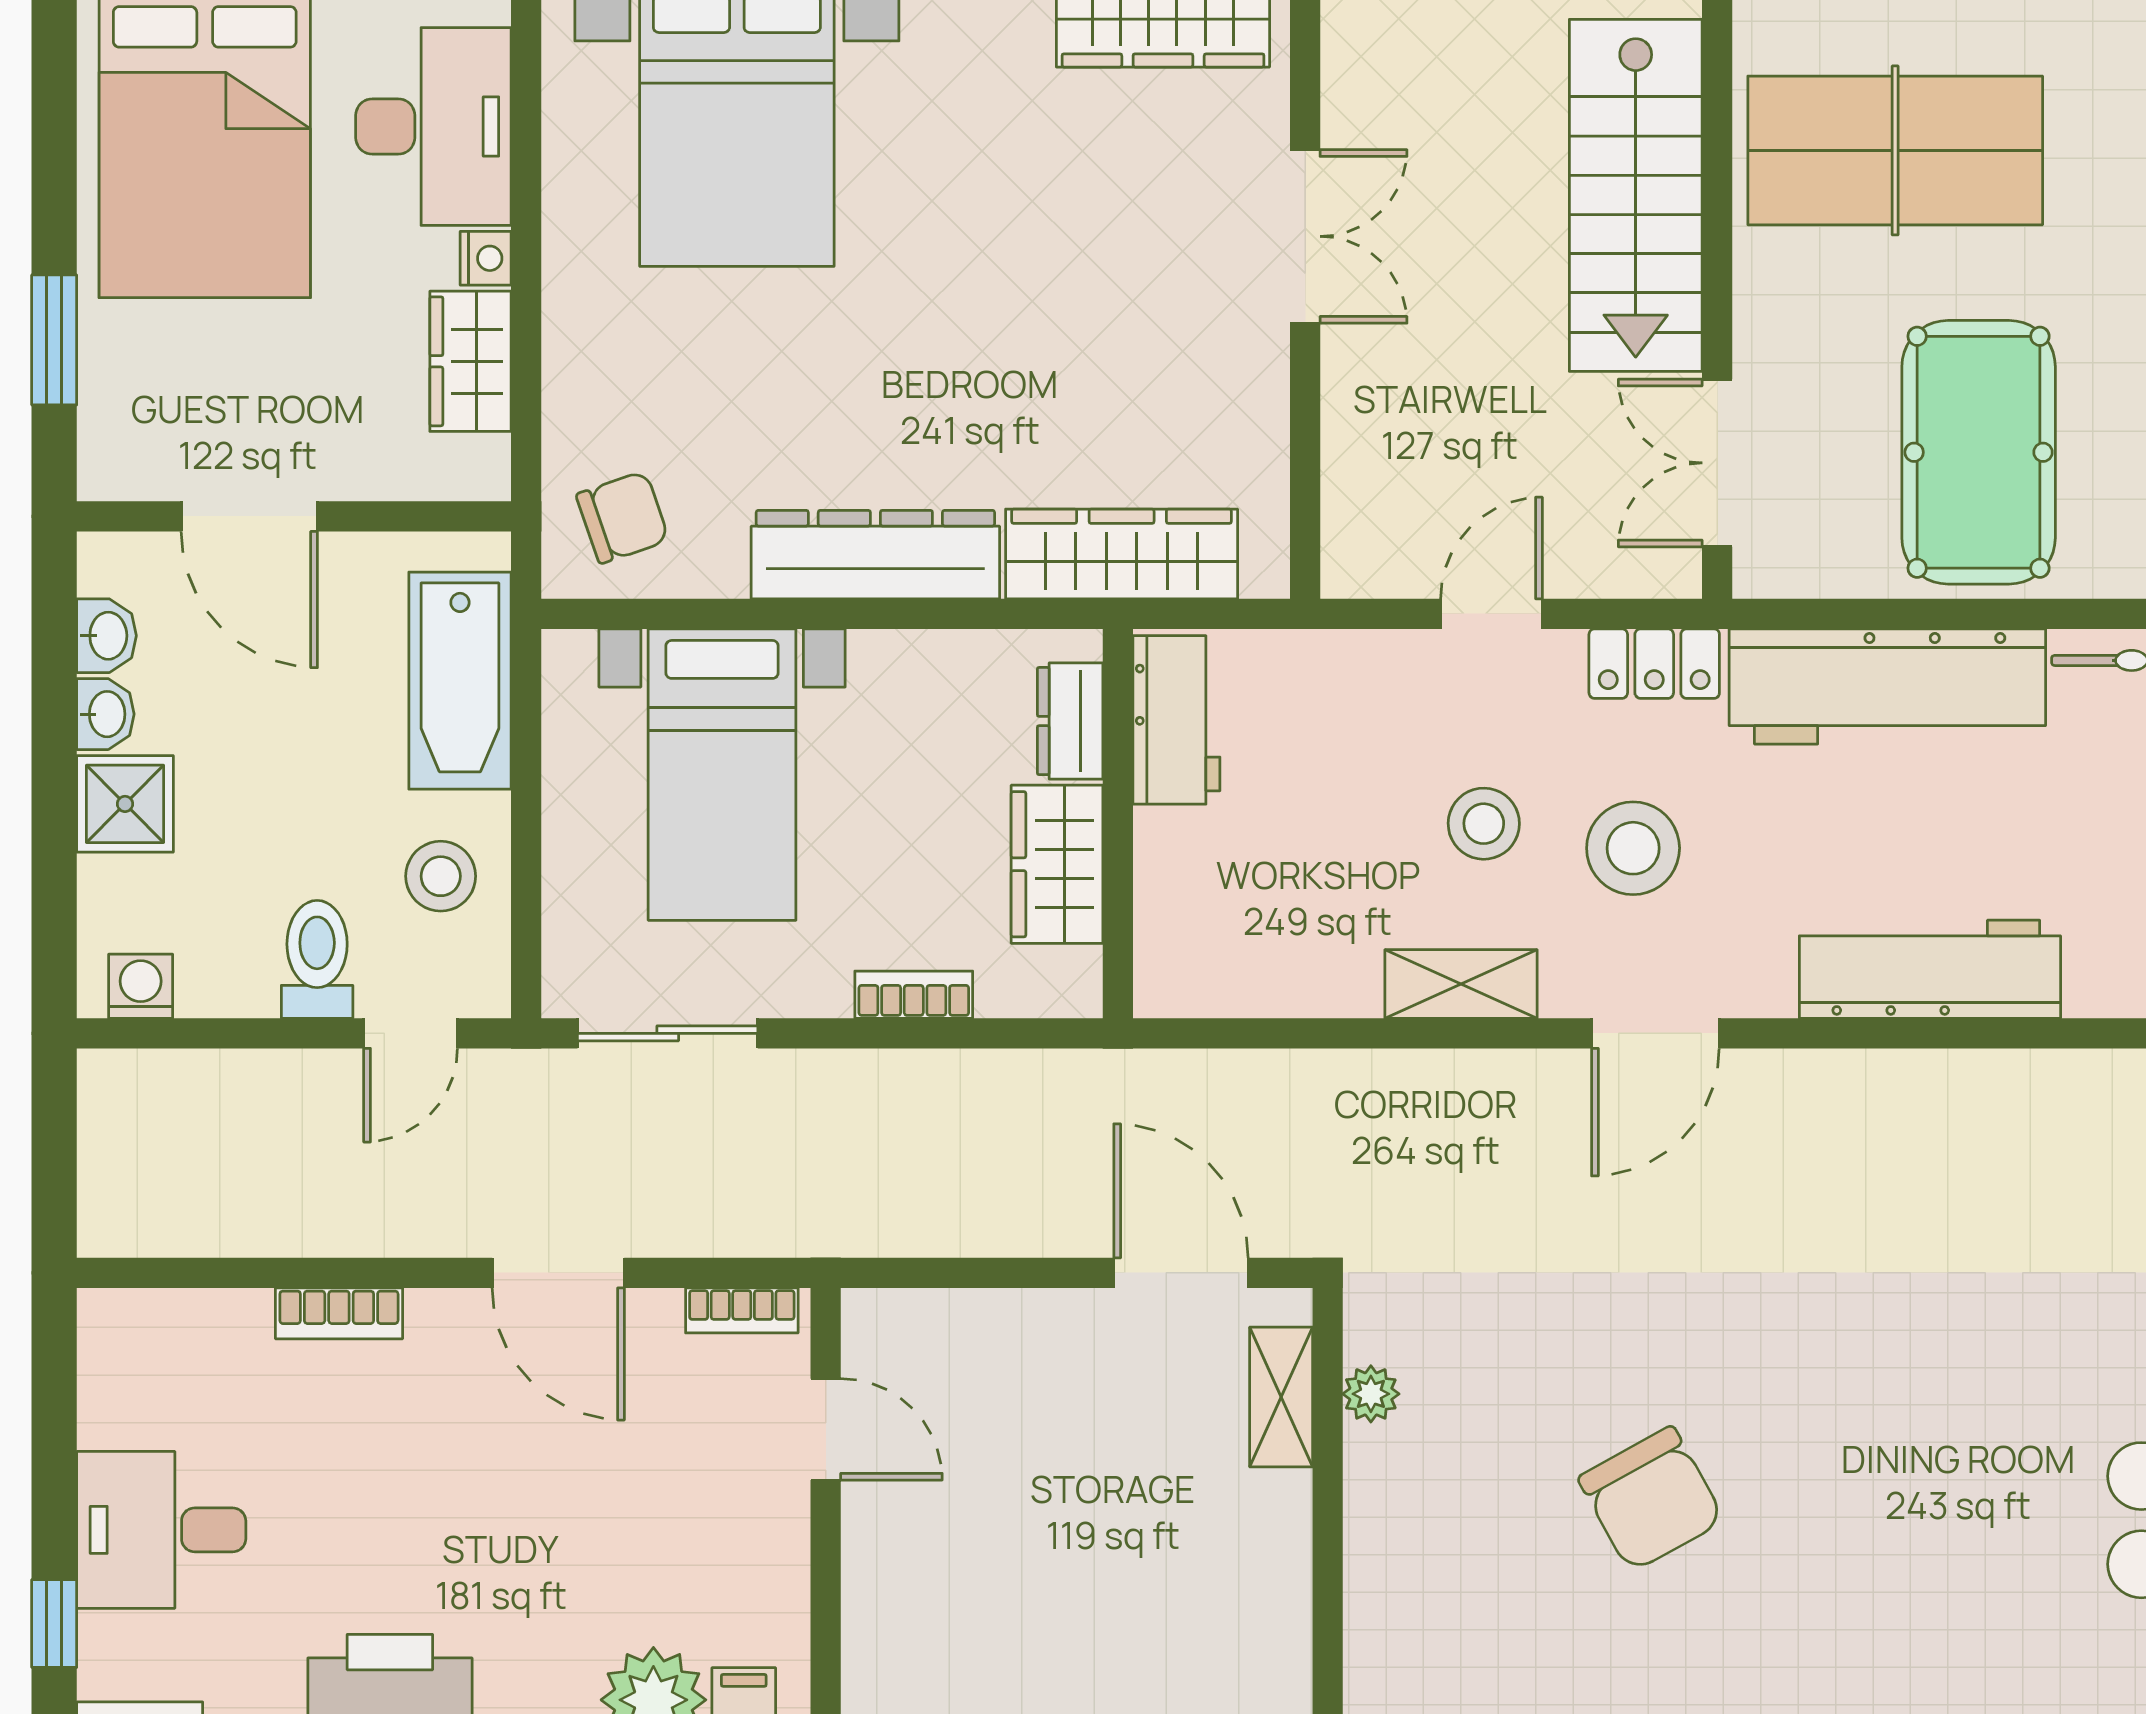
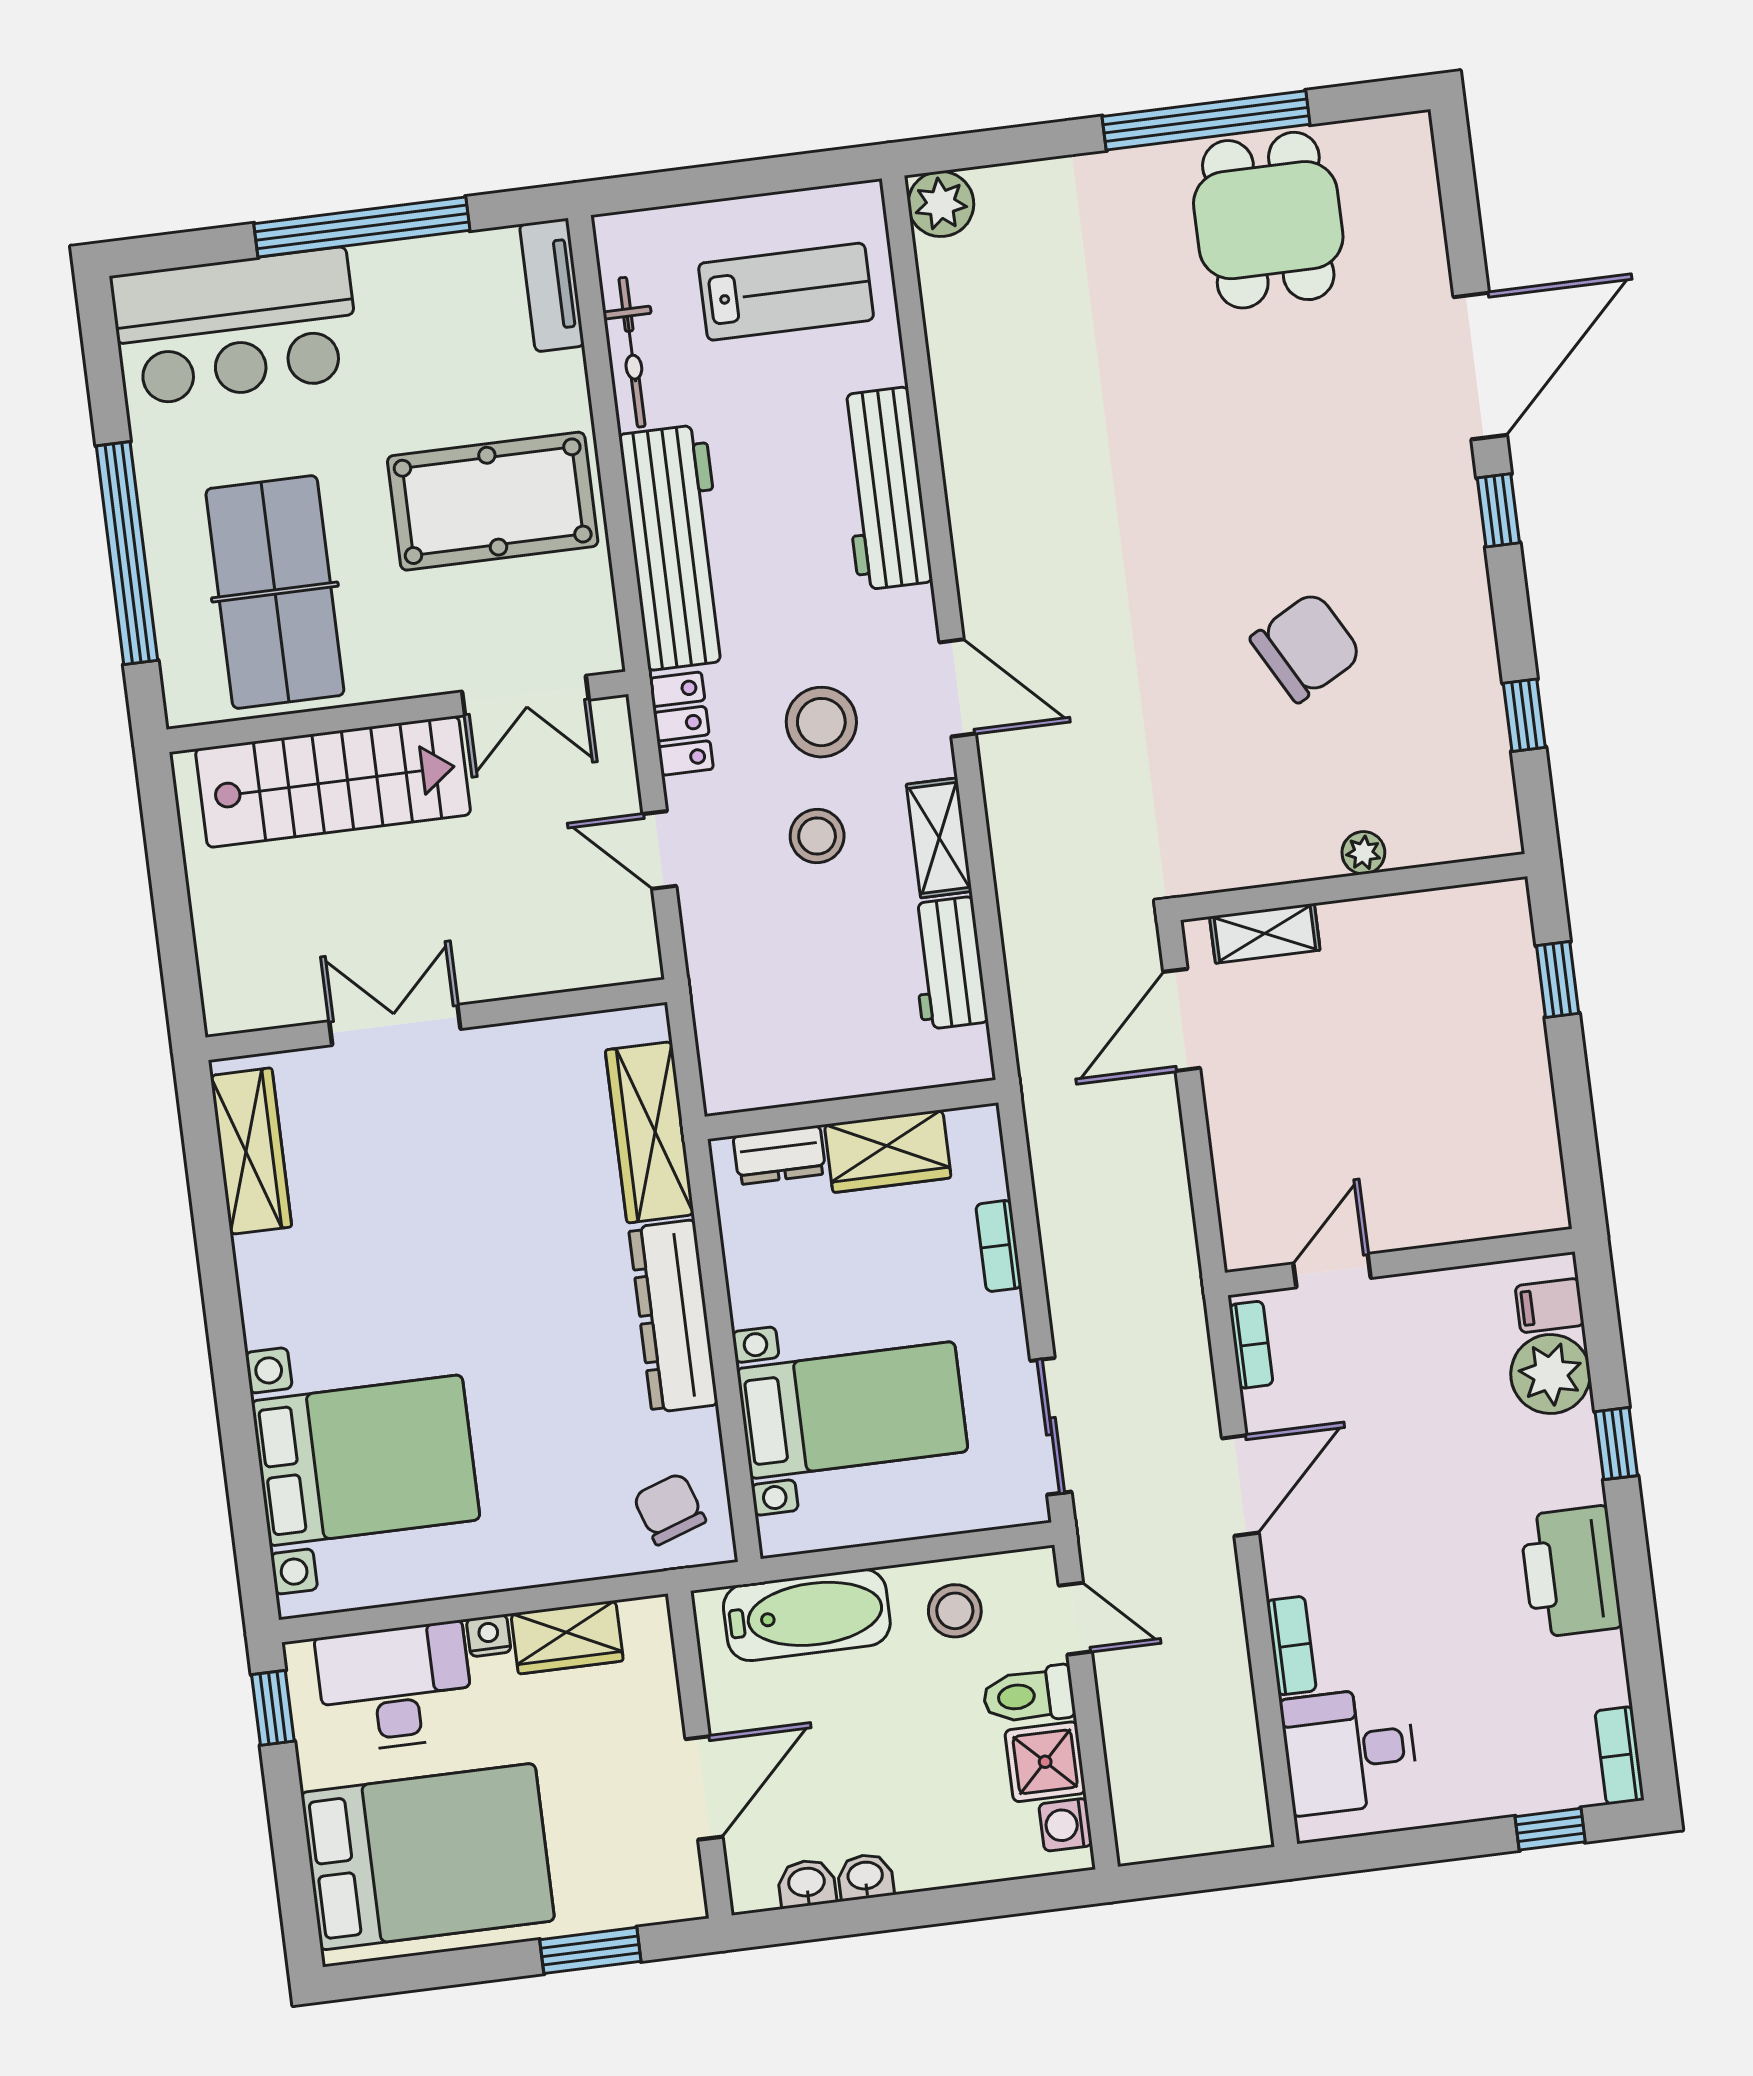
workbench: (1176, 720) -> (948, 963), moved, turned -90
shower: (125, 804) -> (1045, 1762), moved
plant: (1371, 1394) -> (1363, 853), moved
desk: (161, 1530) -> (1350, 1751), moved, turned 90

